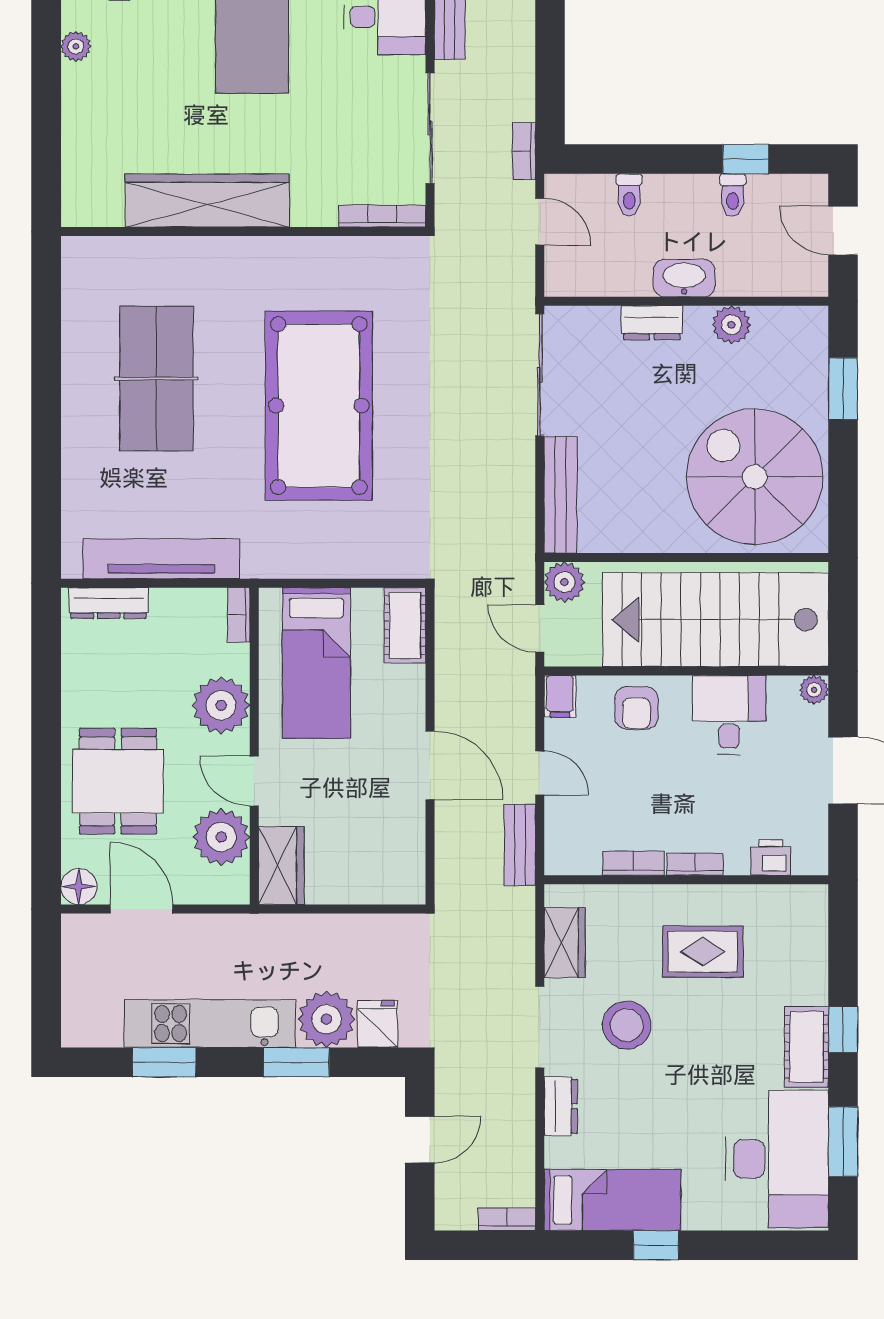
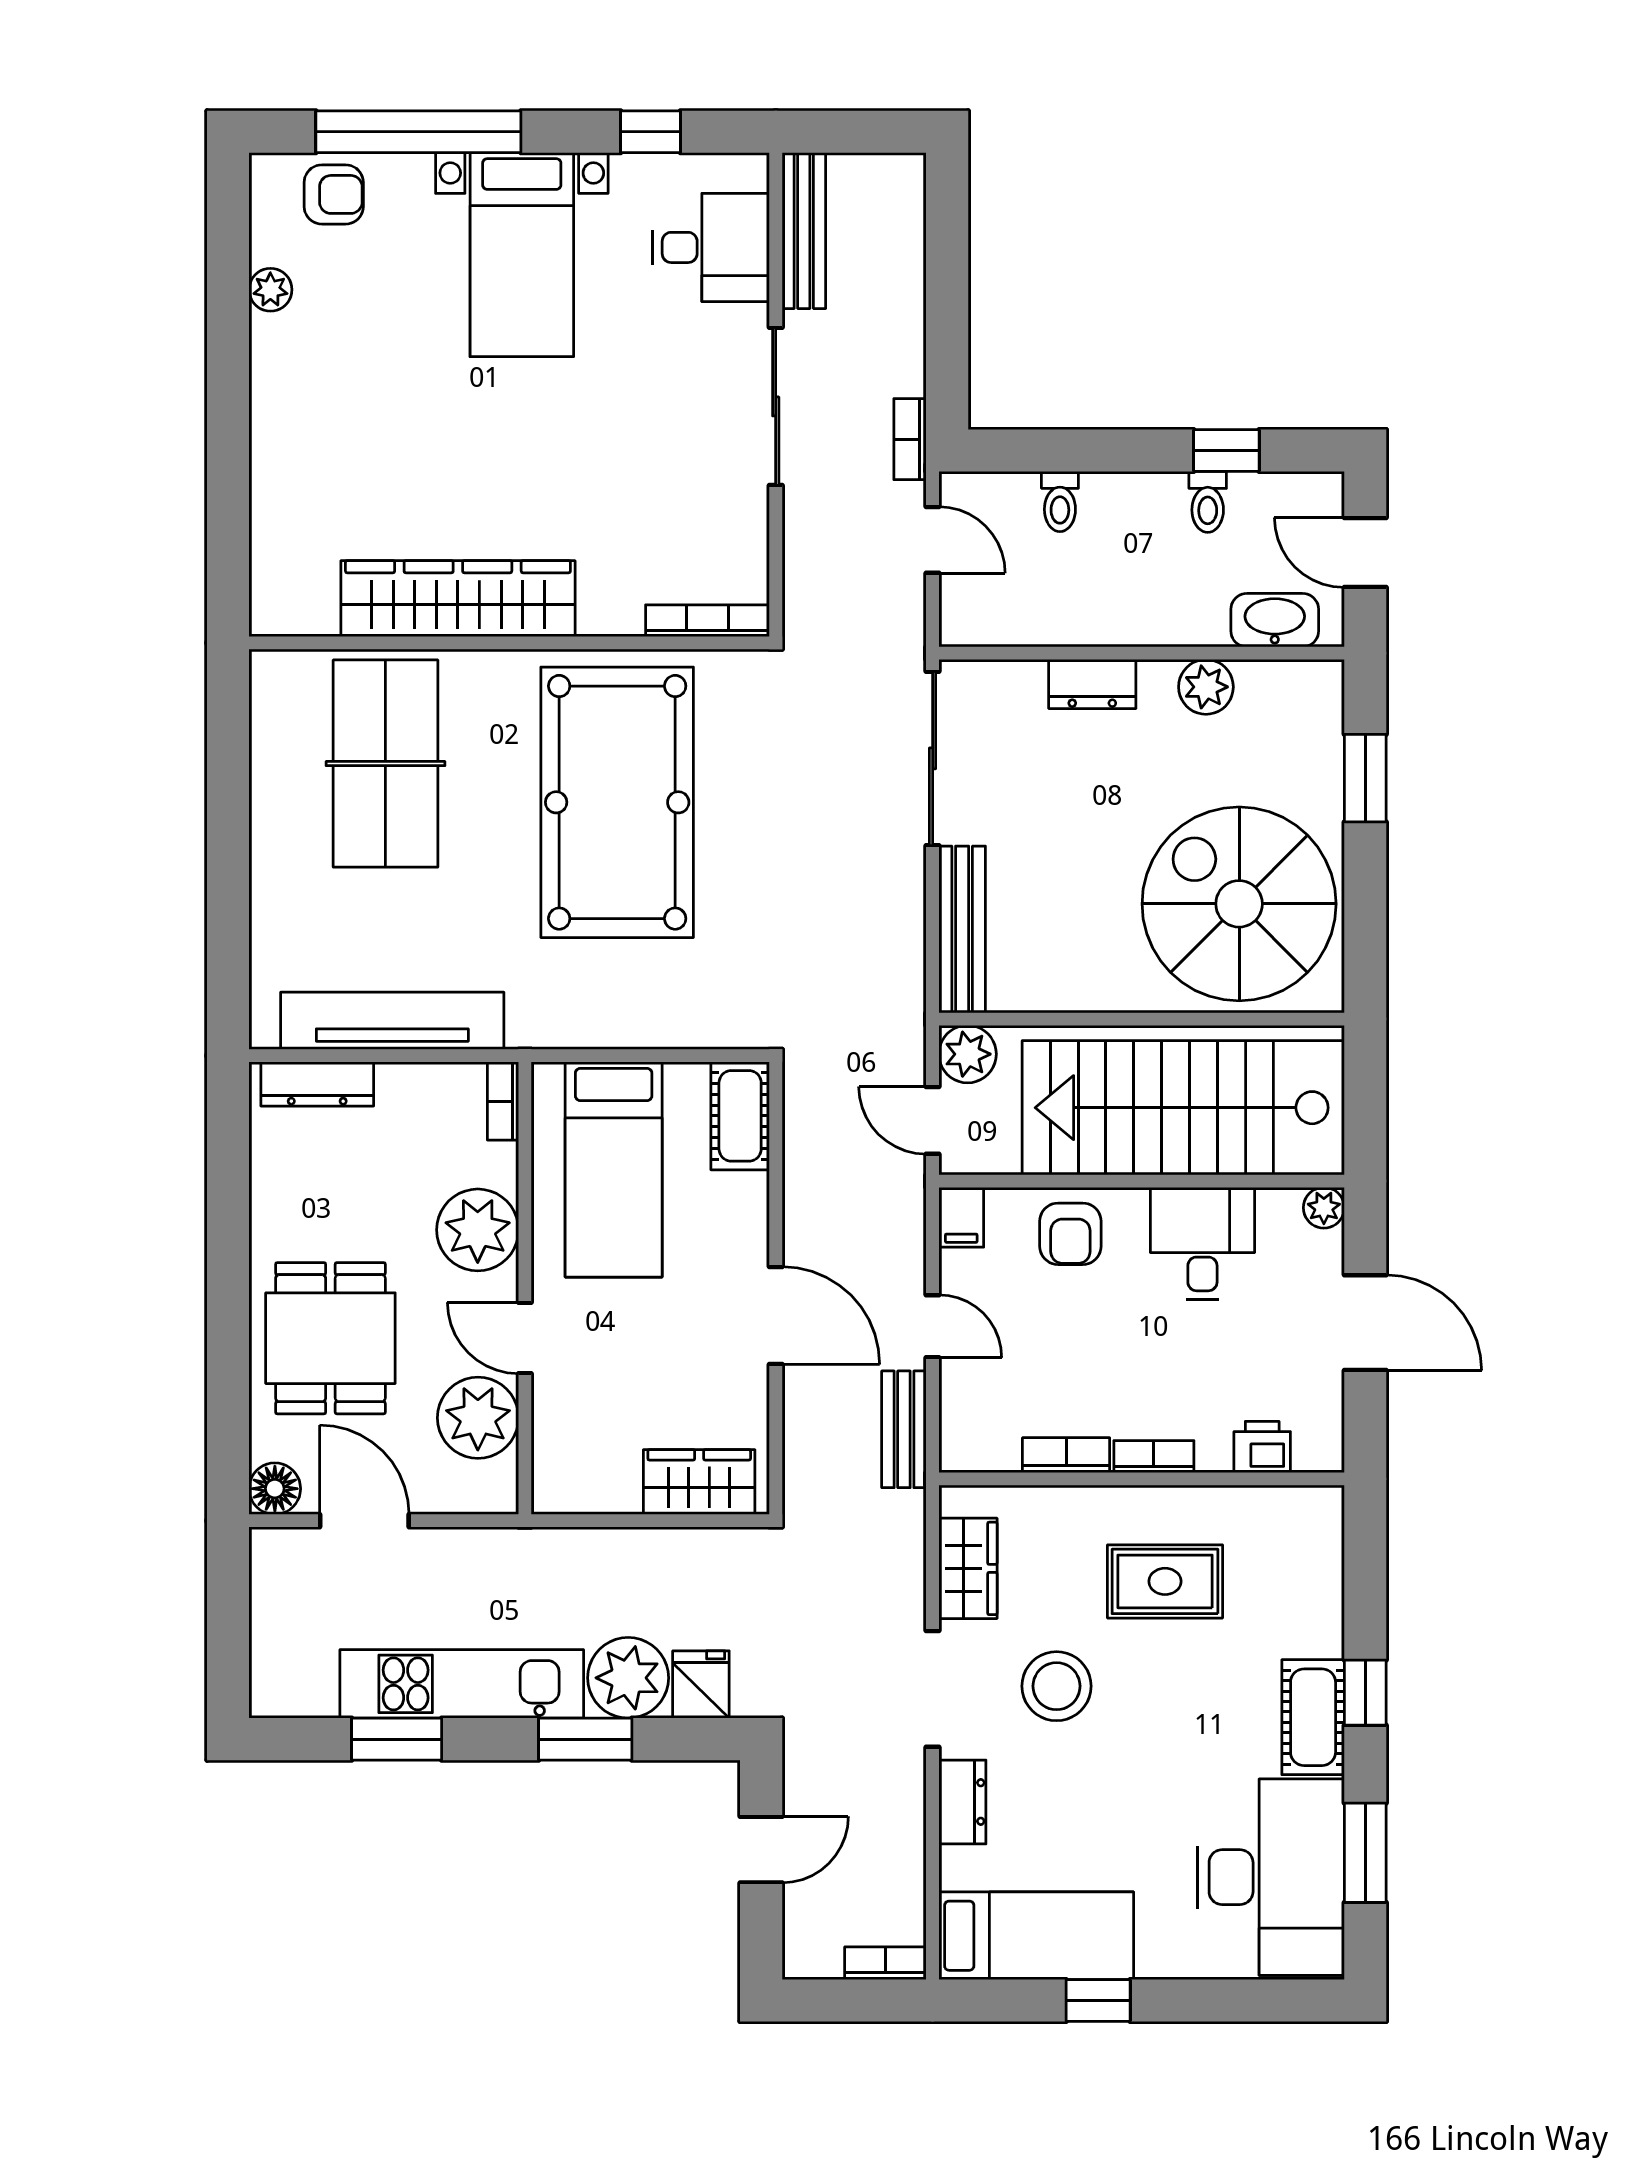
wardrobe: (207, 201) -> (458, 599), moved
bookcase: (382, 216) -> (707, 621), moved
wall: (243, 232) -> (509, 643), moved
washbasin: (684, 278) -> (1275, 620), moved
wardrobe: (281, 866) -> (699, 1482), moved, turned -90

